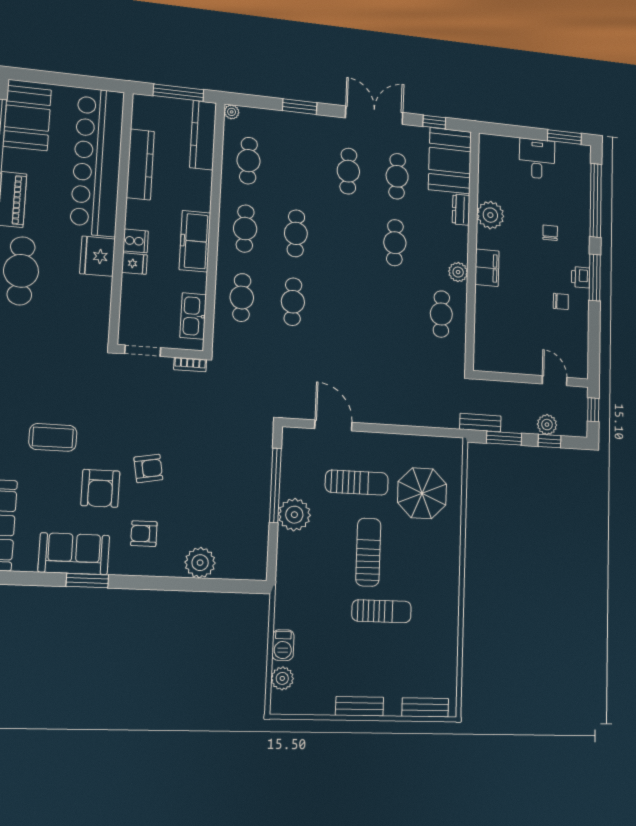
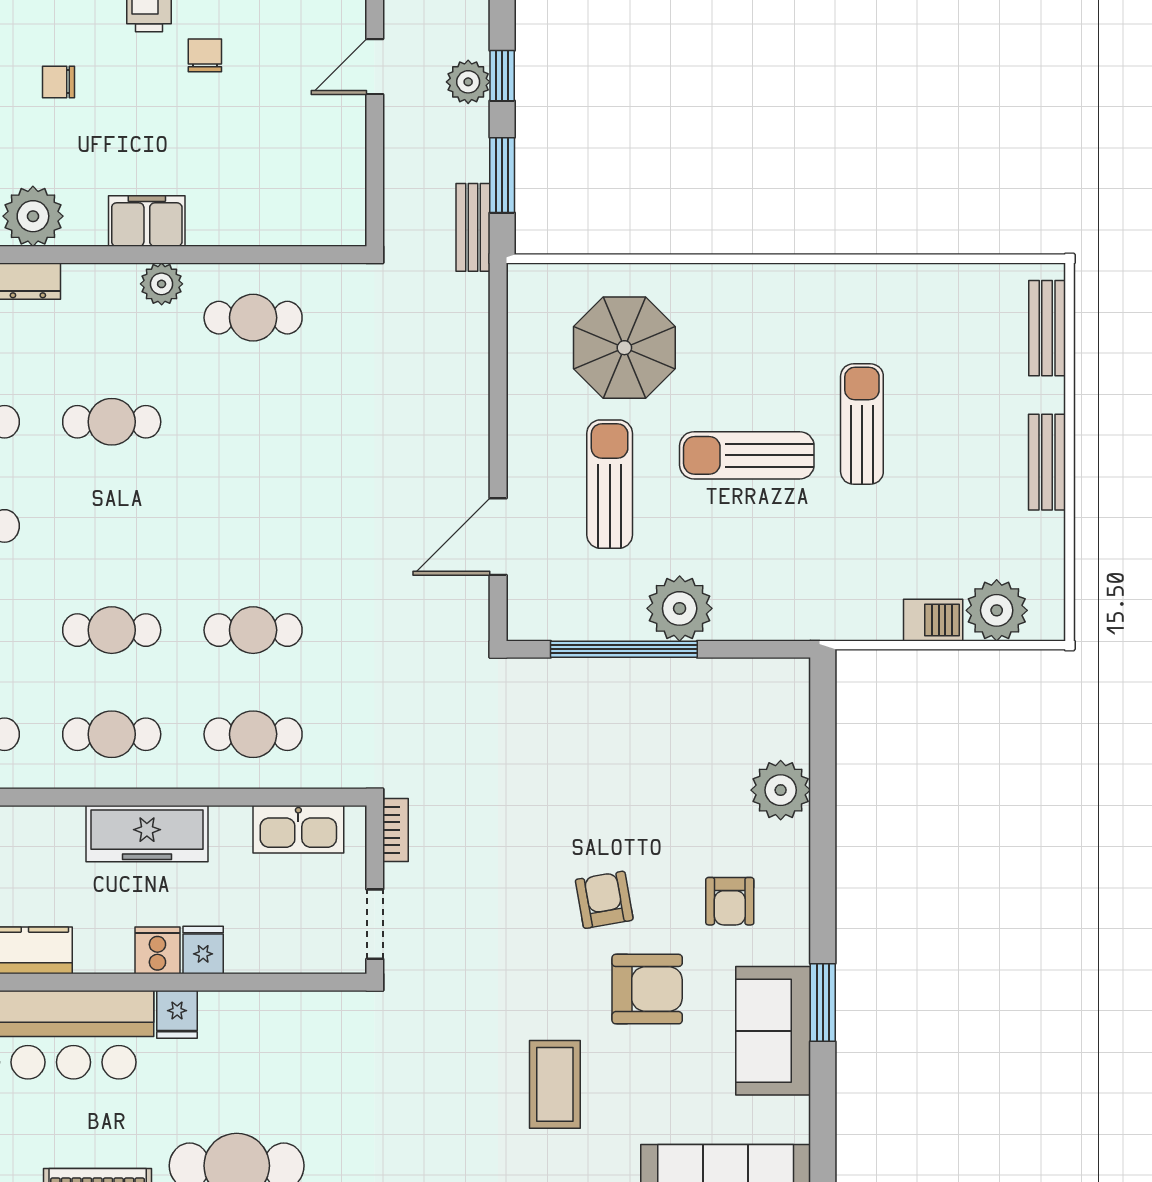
fridge: (98, 256) -> (177, 1014), width x0.53, depth x0.75
plant: (282, 678) -> (997, 610), width x1.36, depth x1.36

